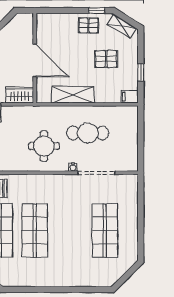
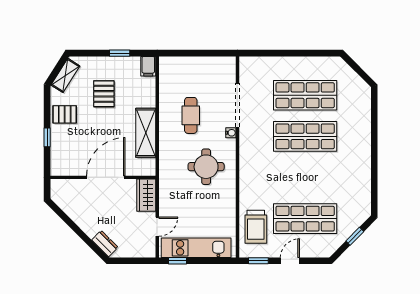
window: (97, 10) -> (47, 137), moved
pallet: (89, 25) -> (65, 114), turned 90
cafe table: (88, 133) -> (191, 115), width x0.73, depth x0.74
shop shelf: (35, 230) -> (305, 136), moved

